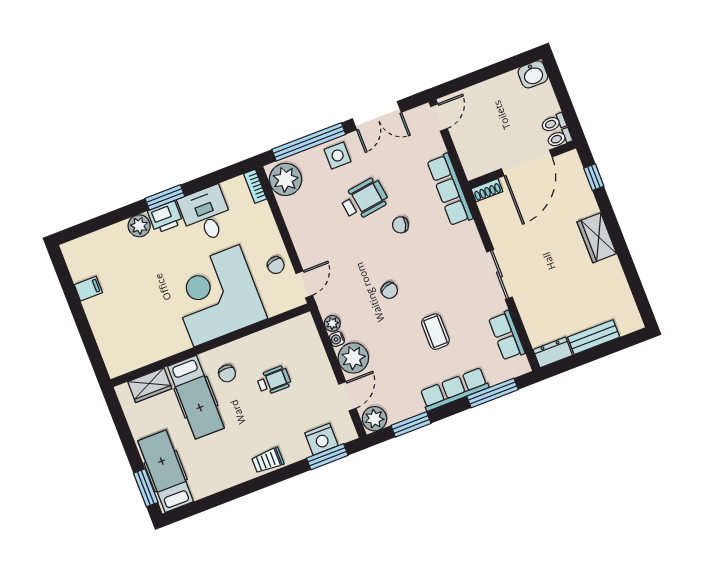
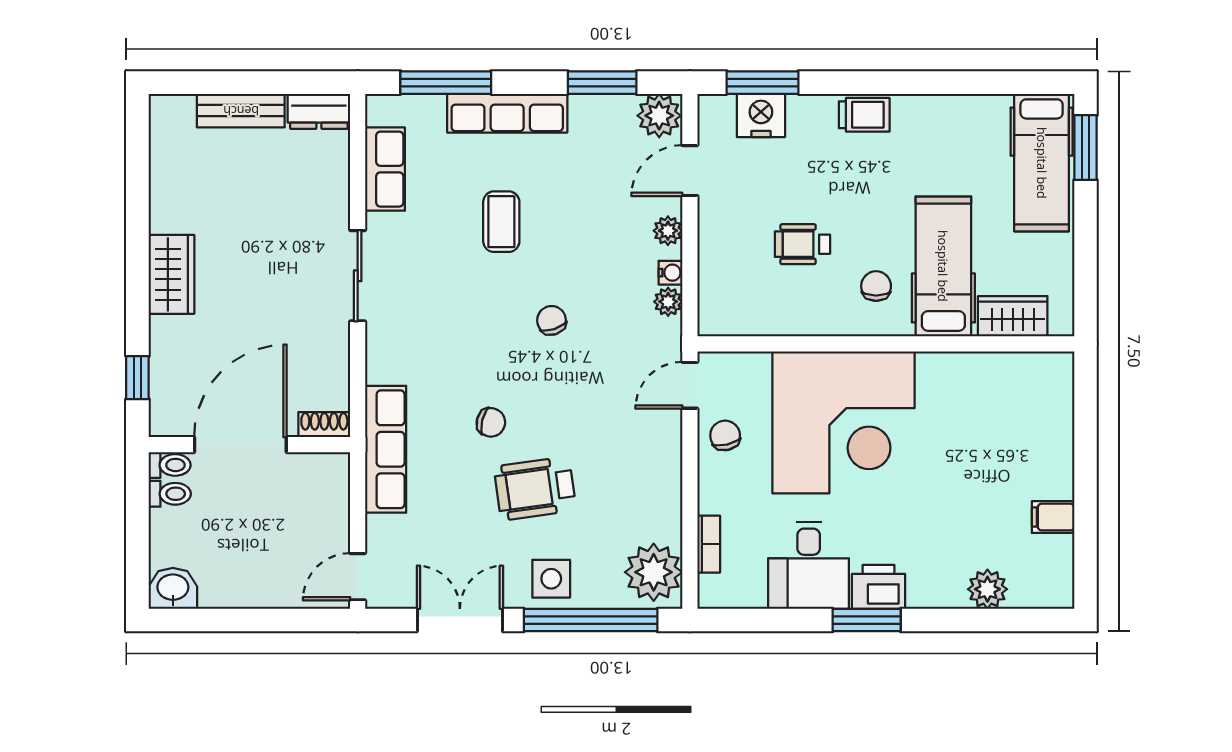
bookcase: (255, 186) -> (709, 544), moved
plant: (139, 226) -> (987, 589), moved
plant: (353, 358) -> (668, 231), width x0.53, depth x0.53

